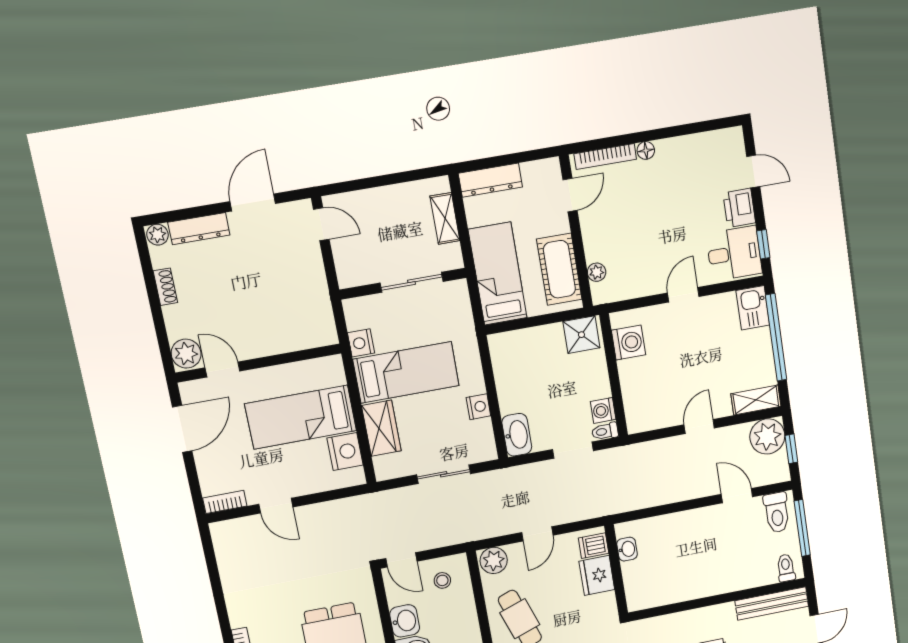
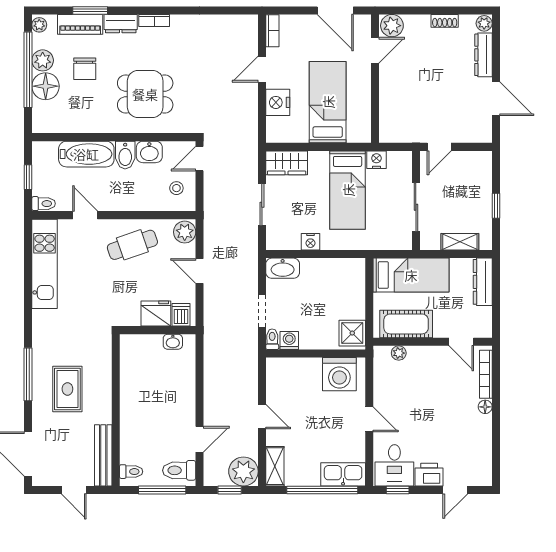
window: (391, 179) -> (496, 206), added
door: (321, 224) -> (439, 147), moved
kitchen sink: (753, 308) -> (343, 474), width x1.38
washing machine: (629, 343) -> (339, 374), width x1.37, depth x1.37
wardrobe: (381, 428) -> (287, 163), moved
nightstand: (345, 451) -> (278, 102), moved, turned 90

